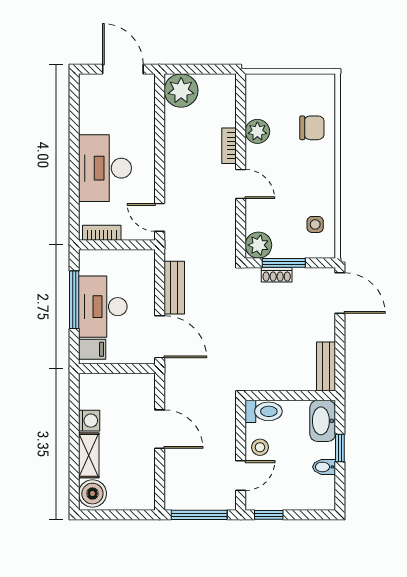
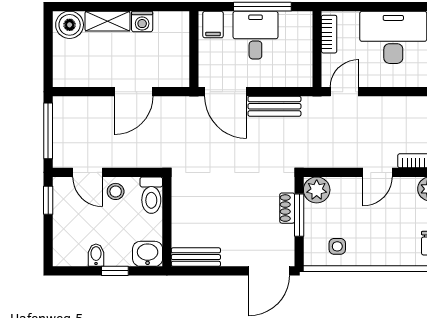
desk: (103, 307) -> (255, 35), width x0.73
door: (160, 337) -> (226, 92), hinge flipped
washbasin: (323, 421) -> (148, 254), width x0.72

